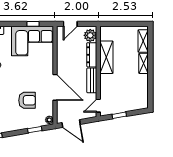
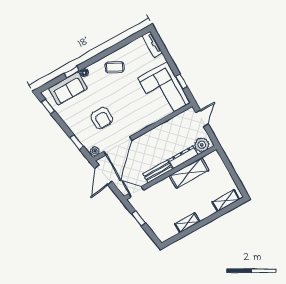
door: (70, 24) -> (202, 118), swing flipped
shelving: (144, 63) -> (187, 223), moved
door: (55, 87) -> (118, 146), moved

